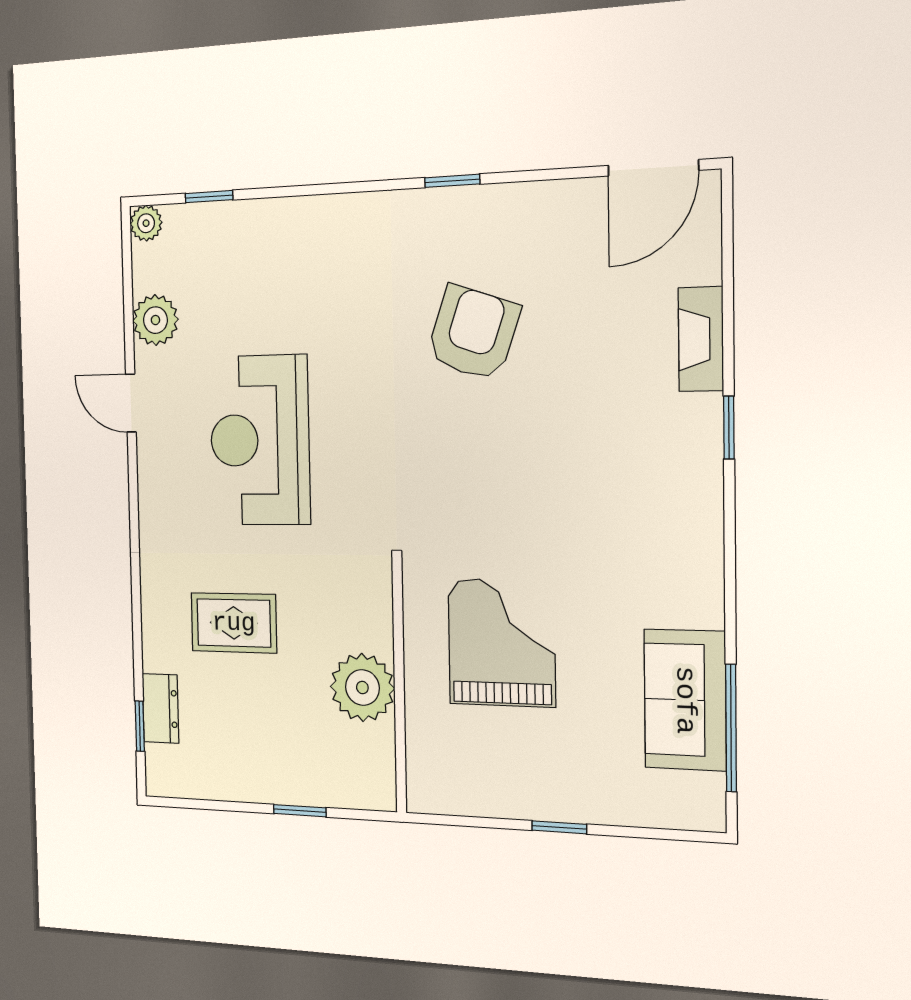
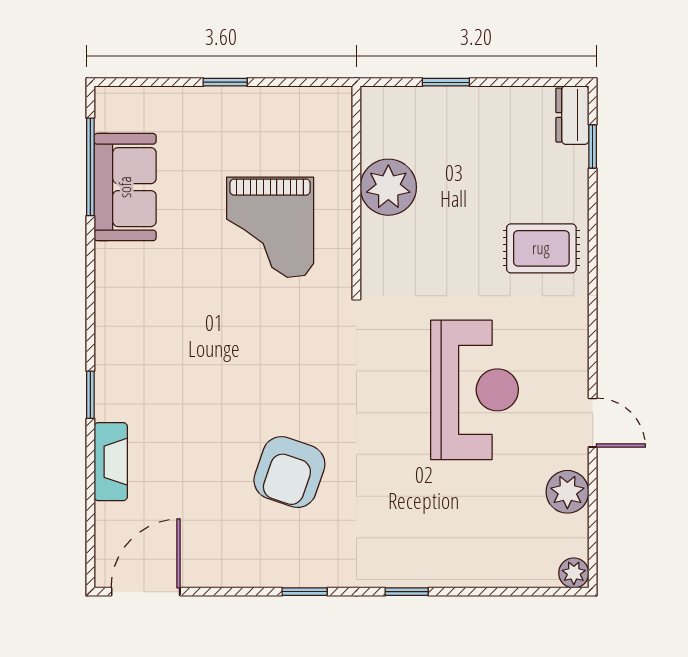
window: (209, 197) -> (407, 592), moved
rug: (234, 623) -> (541, 248), moved
dresser: (160, 708) -> (572, 115), moved

